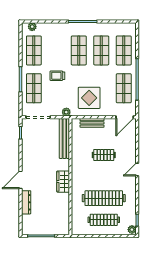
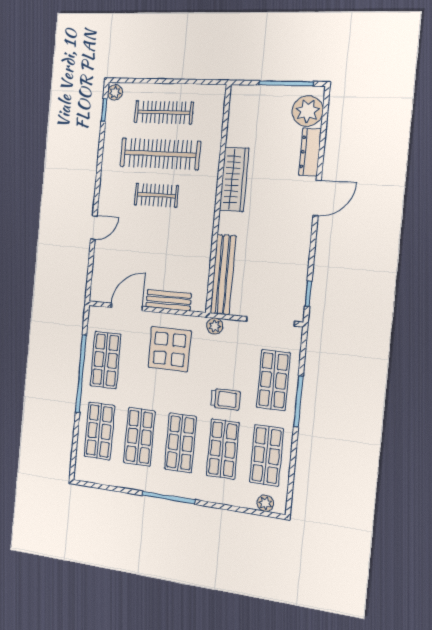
shop shelf: (56, 50) -> (223, 449), added
door: (125, 117) -> (127, 307), moved
clothes rail: (104, 155) -> (156, 195), moved
door: (137, 170) -> (94, 228), moved
wardrobe: (63, 182) -> (234, 179), width x1.50
plant: (29, 222) -> (308, 111), added

